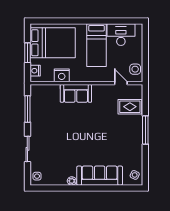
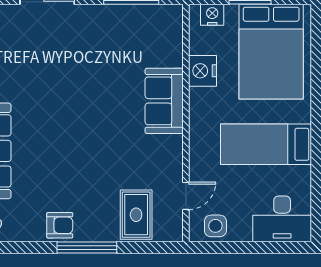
desk: (121, 35) -> (282, 219), moved, turned 90
armchair: (135, 143) -> (60, 225), added

